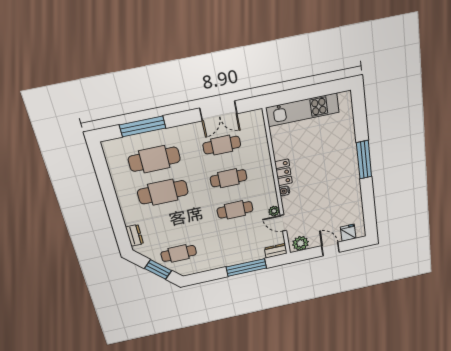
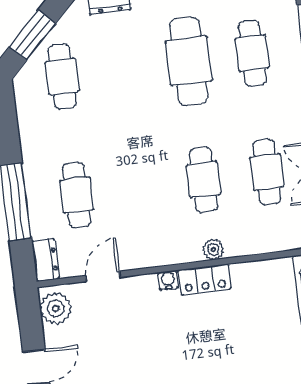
cafe table: (154, 159) -> (252, 53), width x0.73, depth x0.74
cafe table: (235, 210) -> (77, 195), moved
plant: (274, 211) -> (213, 249), moved

